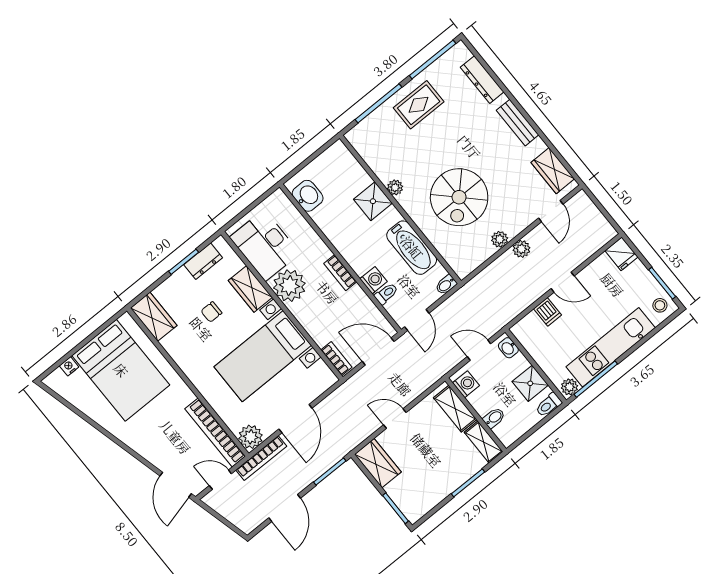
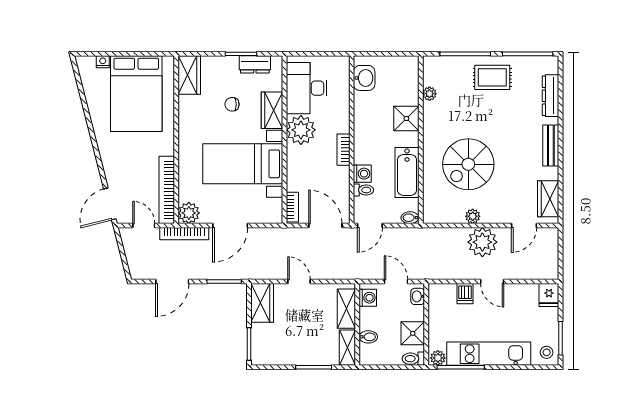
plant: (395, 187) -> (429, 94), moved
plant: (521, 249) -> (482, 242), width x1.88, depth x1.88

